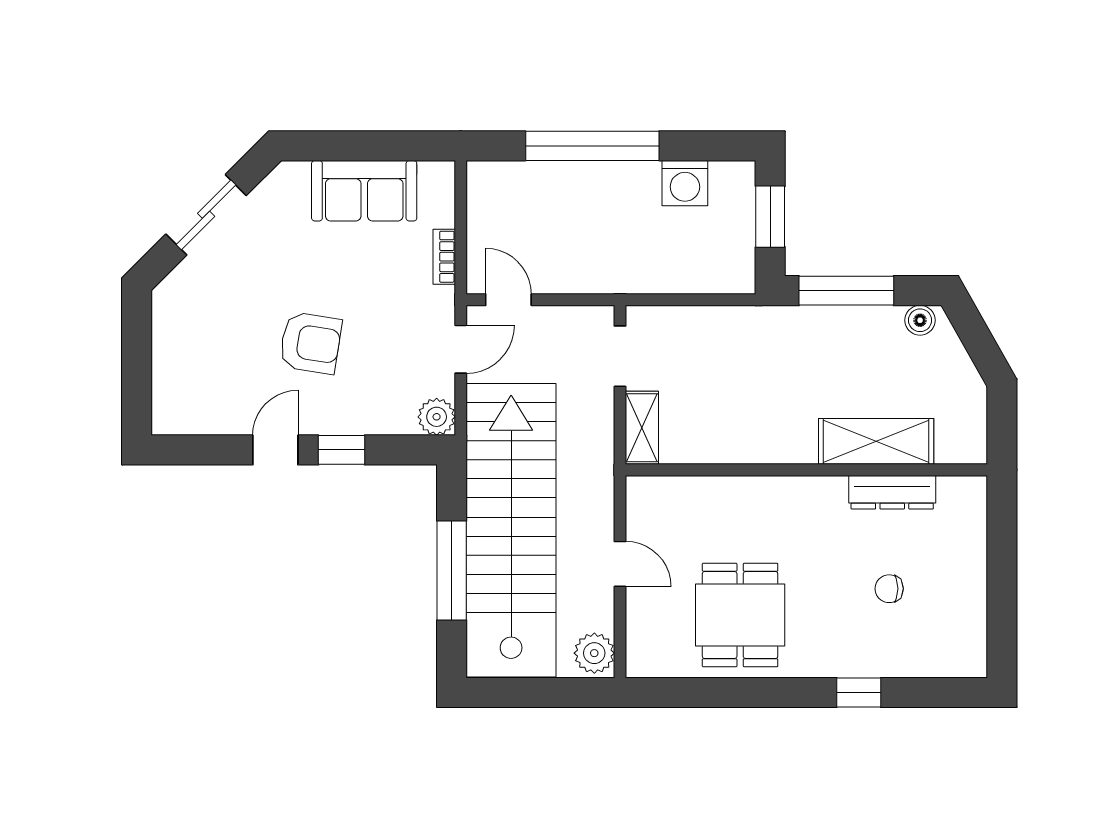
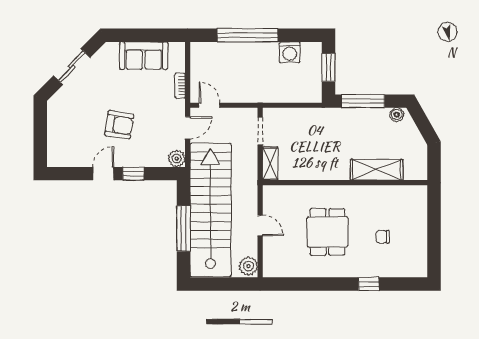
dresser: (892, 492) -> (384, 193), removed
dining table: (740, 615) -> (327, 232), moved

